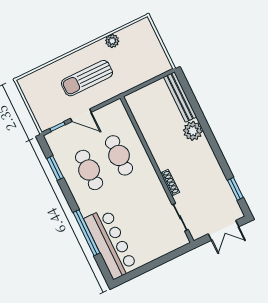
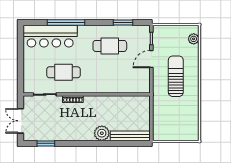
plant: (112, 41) -> (194, 39), moved
cafe table: (119, 155) -> (64, 72), moved

